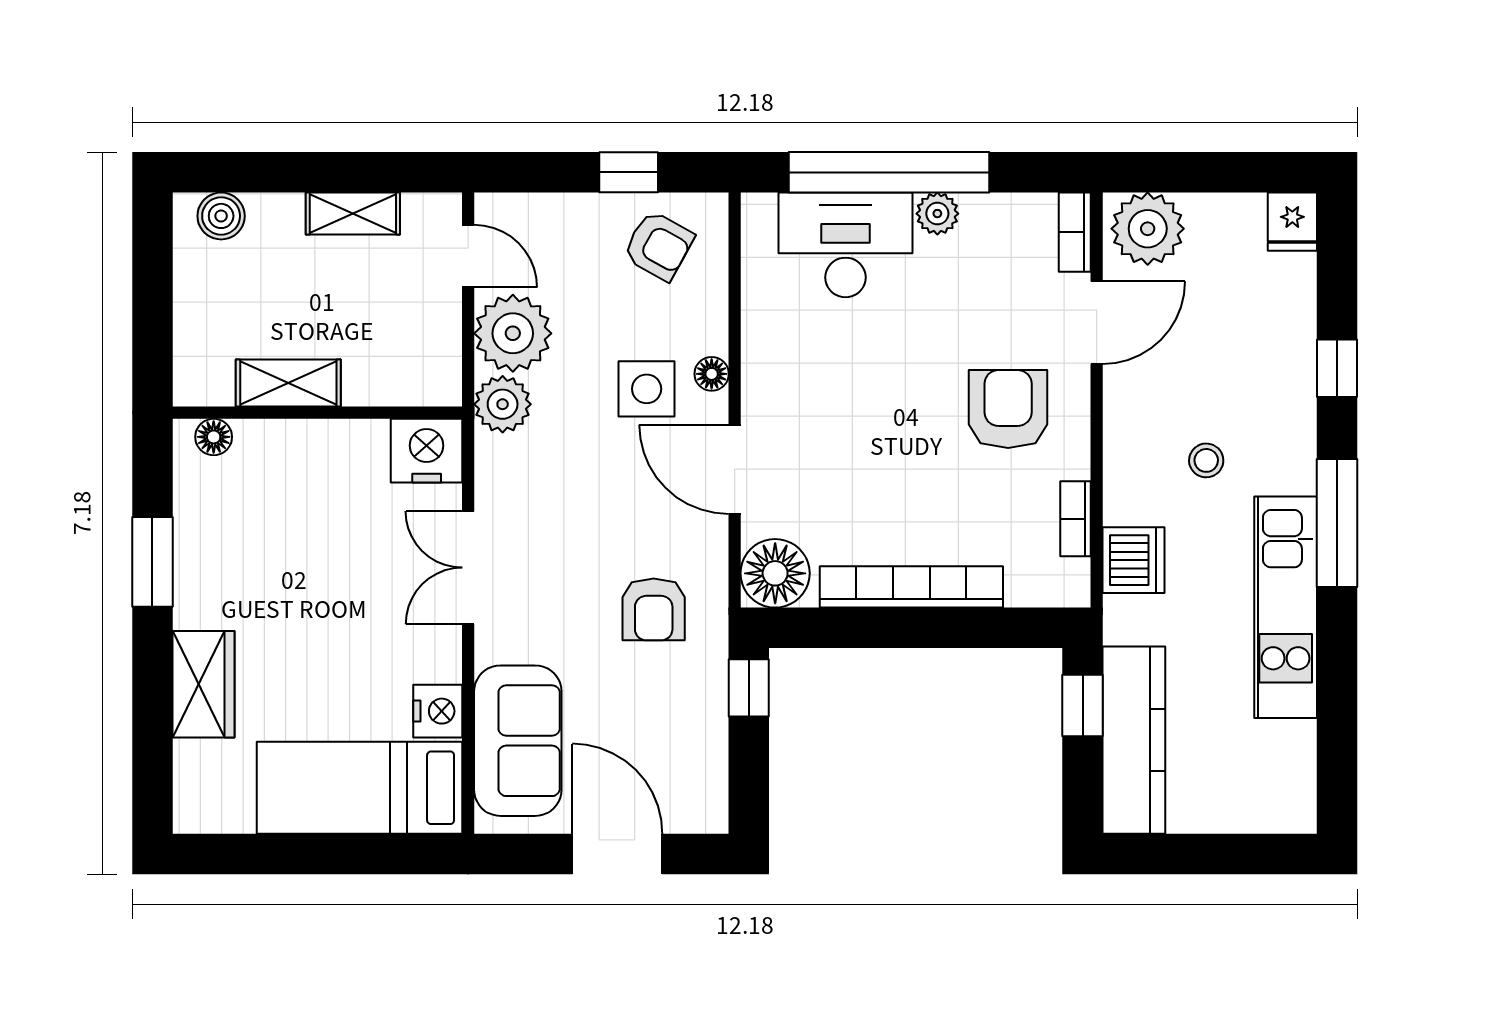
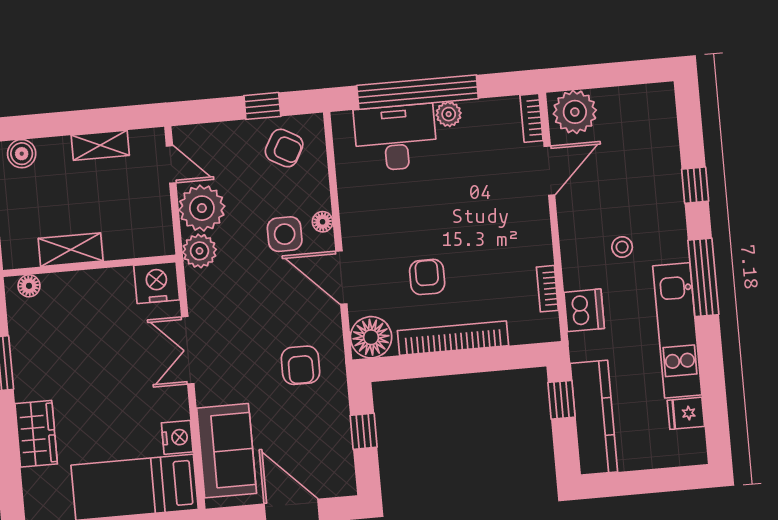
fridge: (1292, 222) -> (686, 413), moved, turned 90
armchair: (1008, 409) -> (427, 277), moved, width x0.72, depth x0.72
window: (749, 688) -> (364, 431), moved

